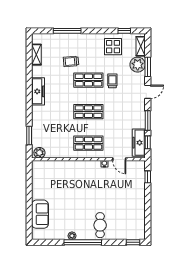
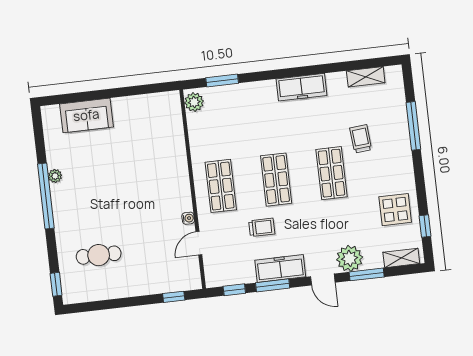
plant: (138, 65) -> (350, 258), moved
trolley: (112, 81) -> (262, 227), moved
freezer: (139, 143) -> (280, 268), moved
cafe table: (100, 225) -> (99, 255), moved

